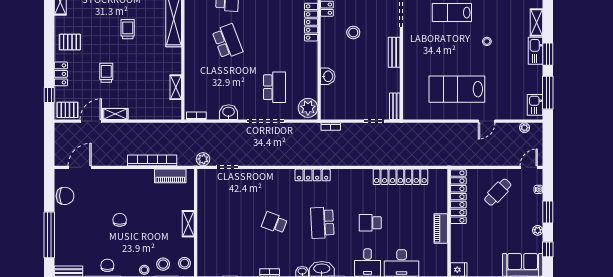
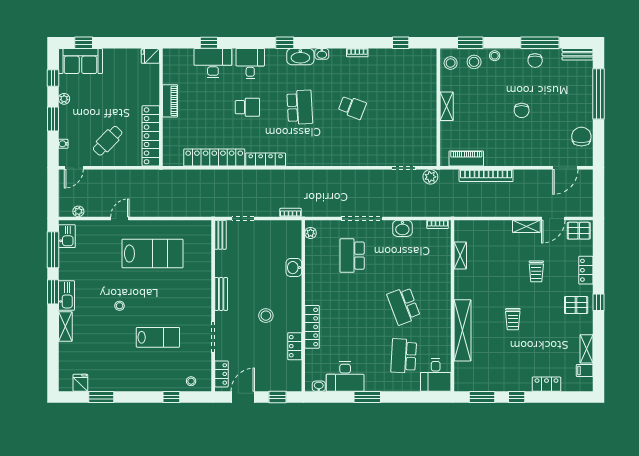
window: (49, 95) -> (599, 302), moved
plant: (308, 108) -> (311, 233), width x0.53, depth x0.53
locker: (313, 175) -> (266, 160), moved
chair: (65, 196) -> (581, 137), turned 90

